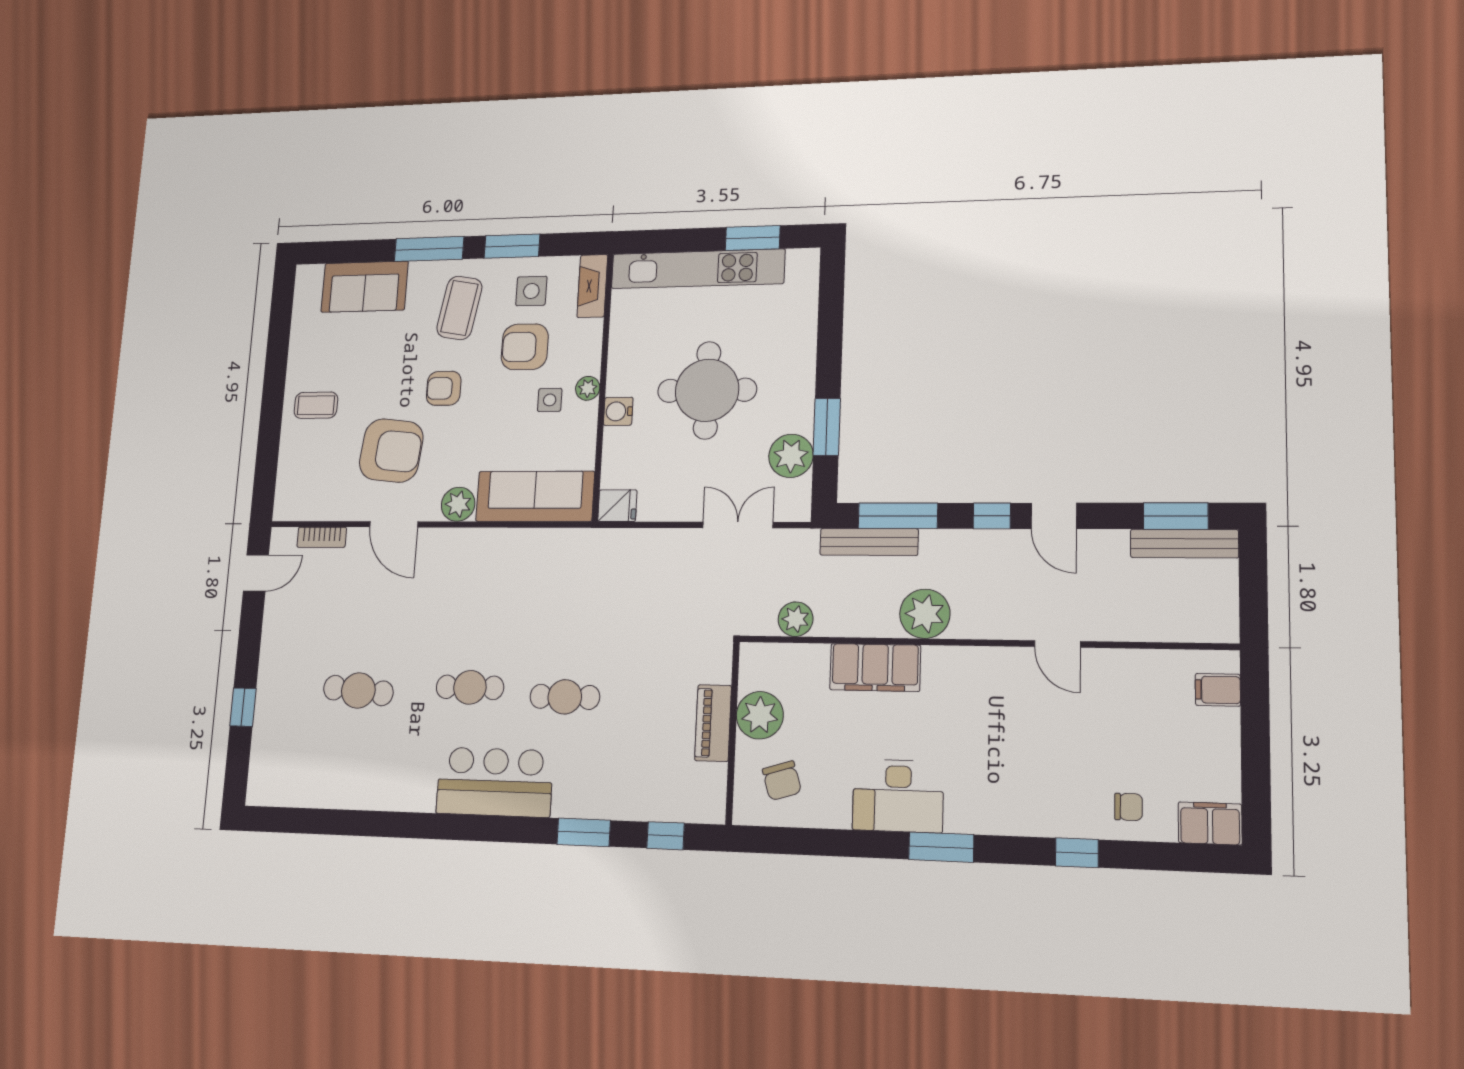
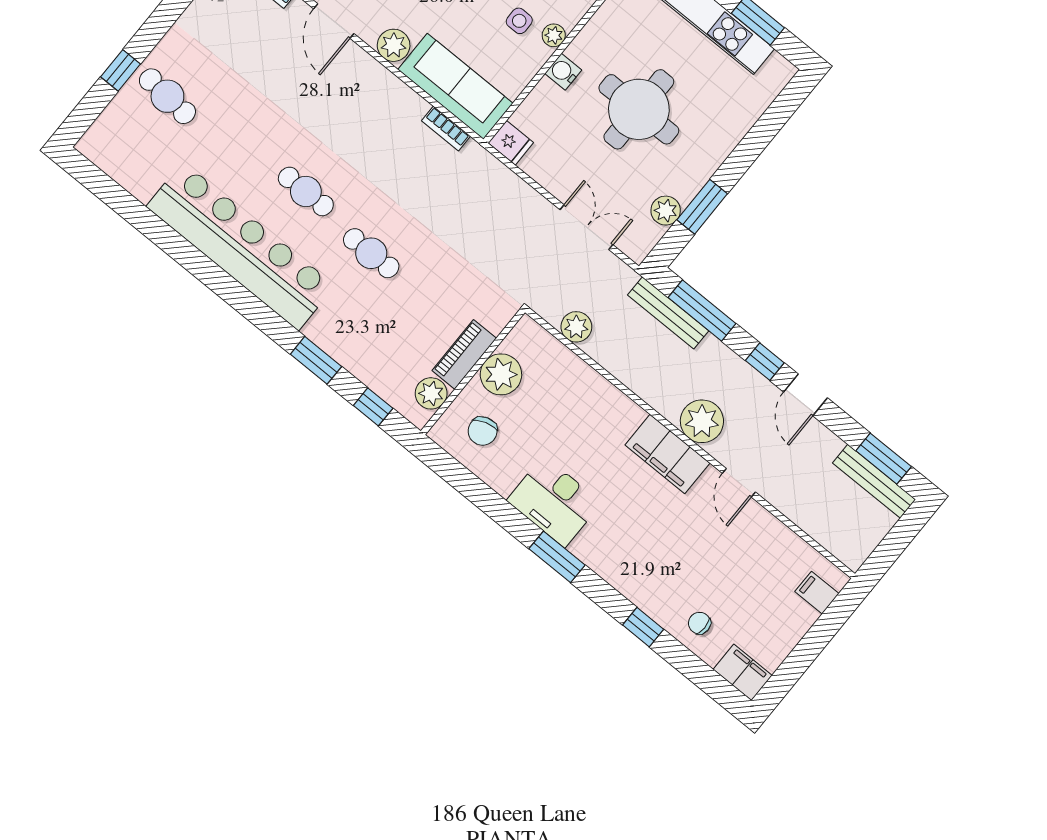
plant: (791, 456) -> (666, 211), width x0.73, depth x0.73
bookcase: (553, 538) -> (446, 129), added
plant: (925, 614) -> (702, 421), moved
filing cabinet: (875, 667) -> (667, 454), moved
cafe table: (358, 690) -> (167, 96), moved
bar counter: (495, 782) -> (241, 246), width x1.86
plant: (709, 782) -> (431, 393), added
chair: (1128, 807) -> (700, 623), turned 180

